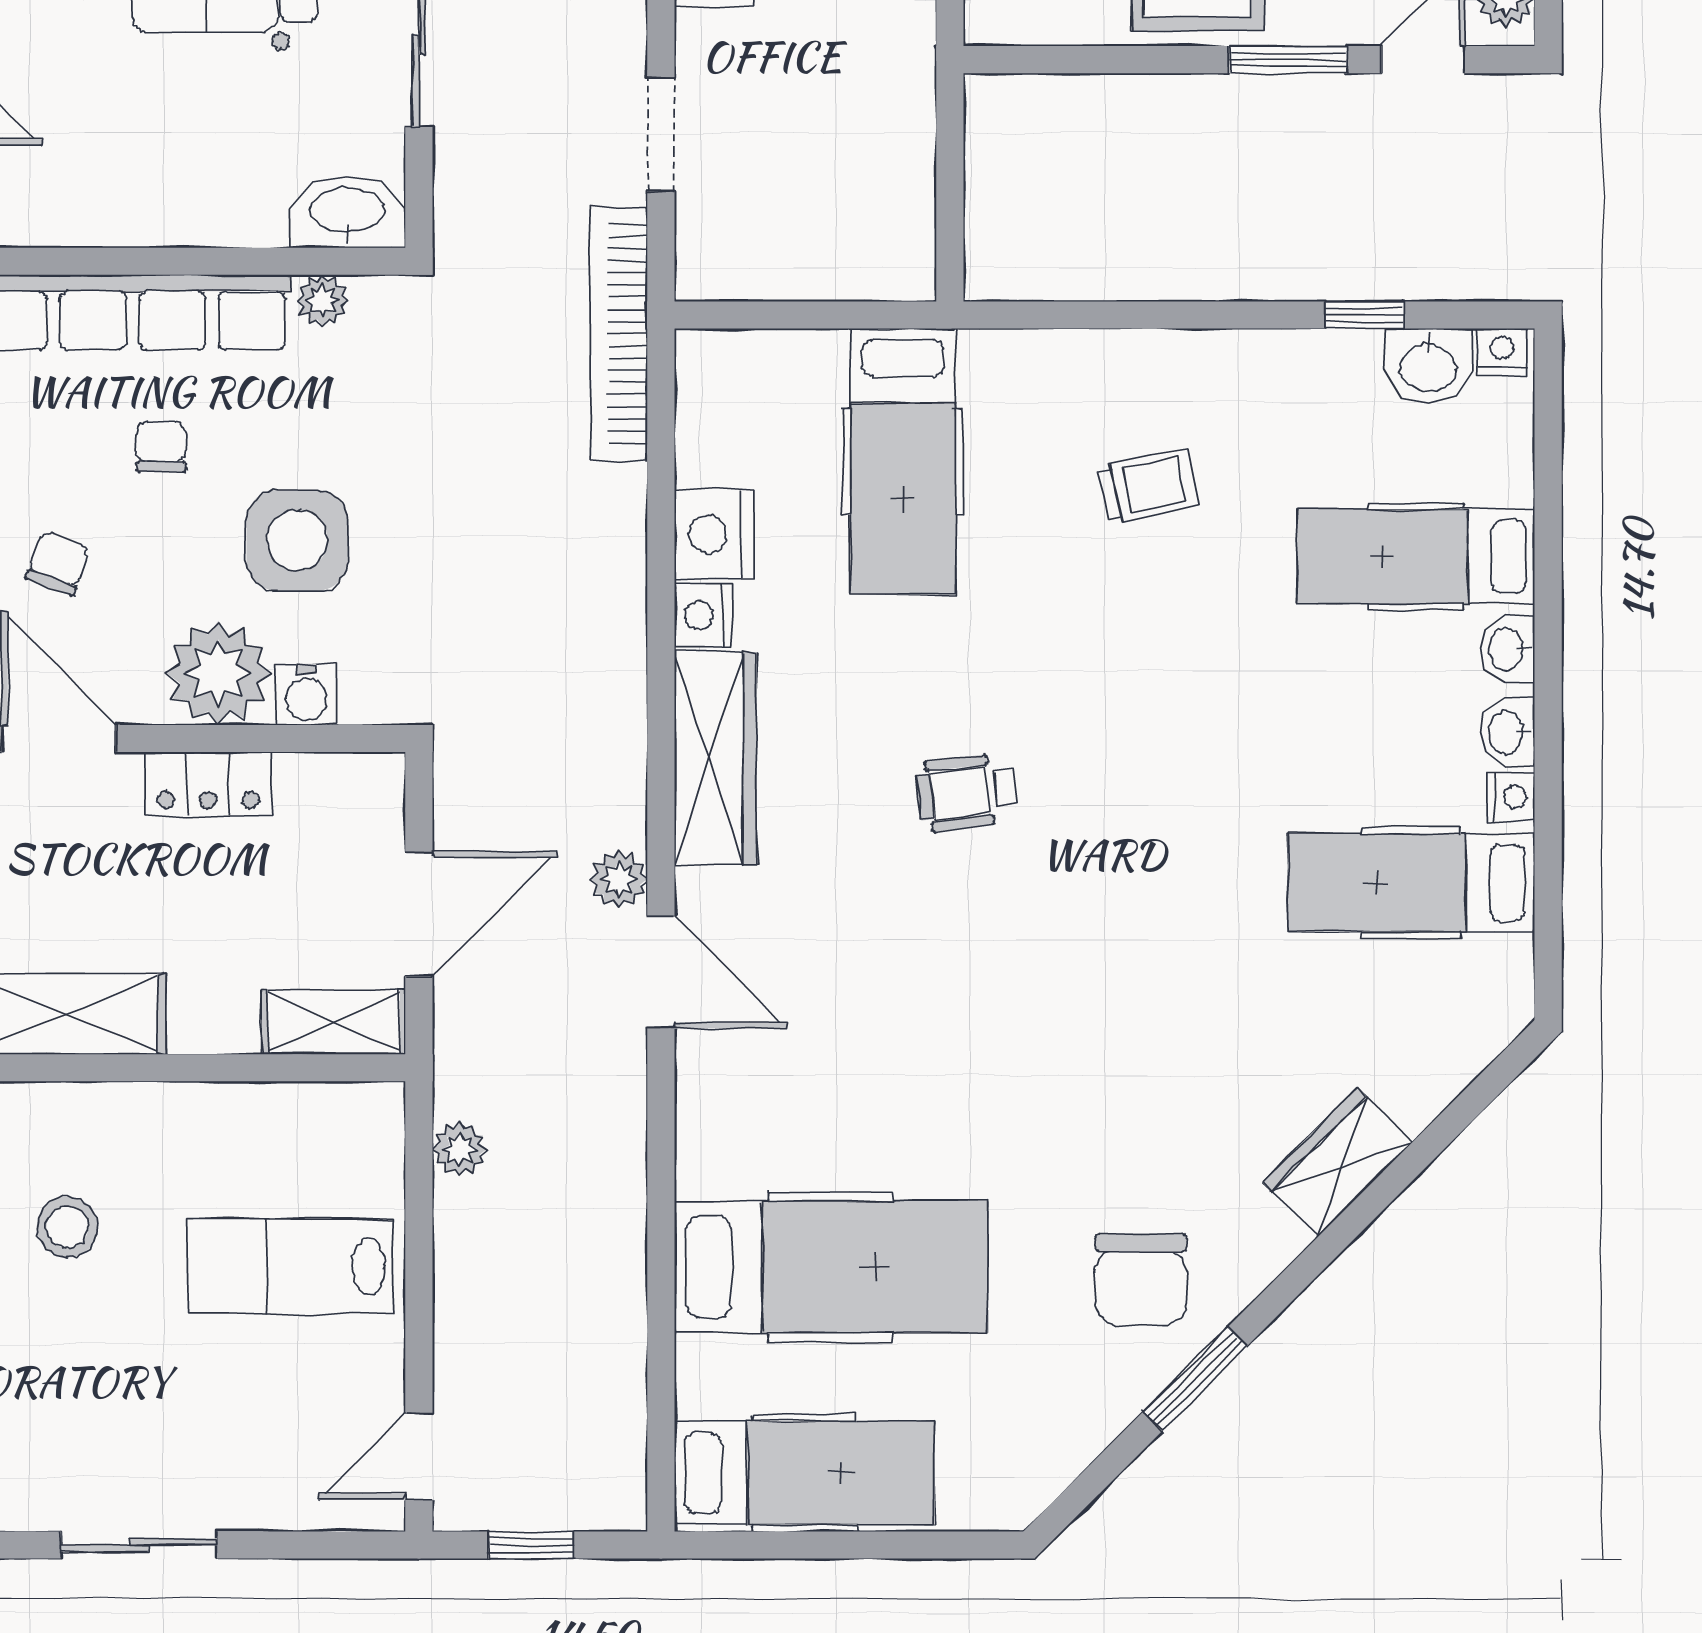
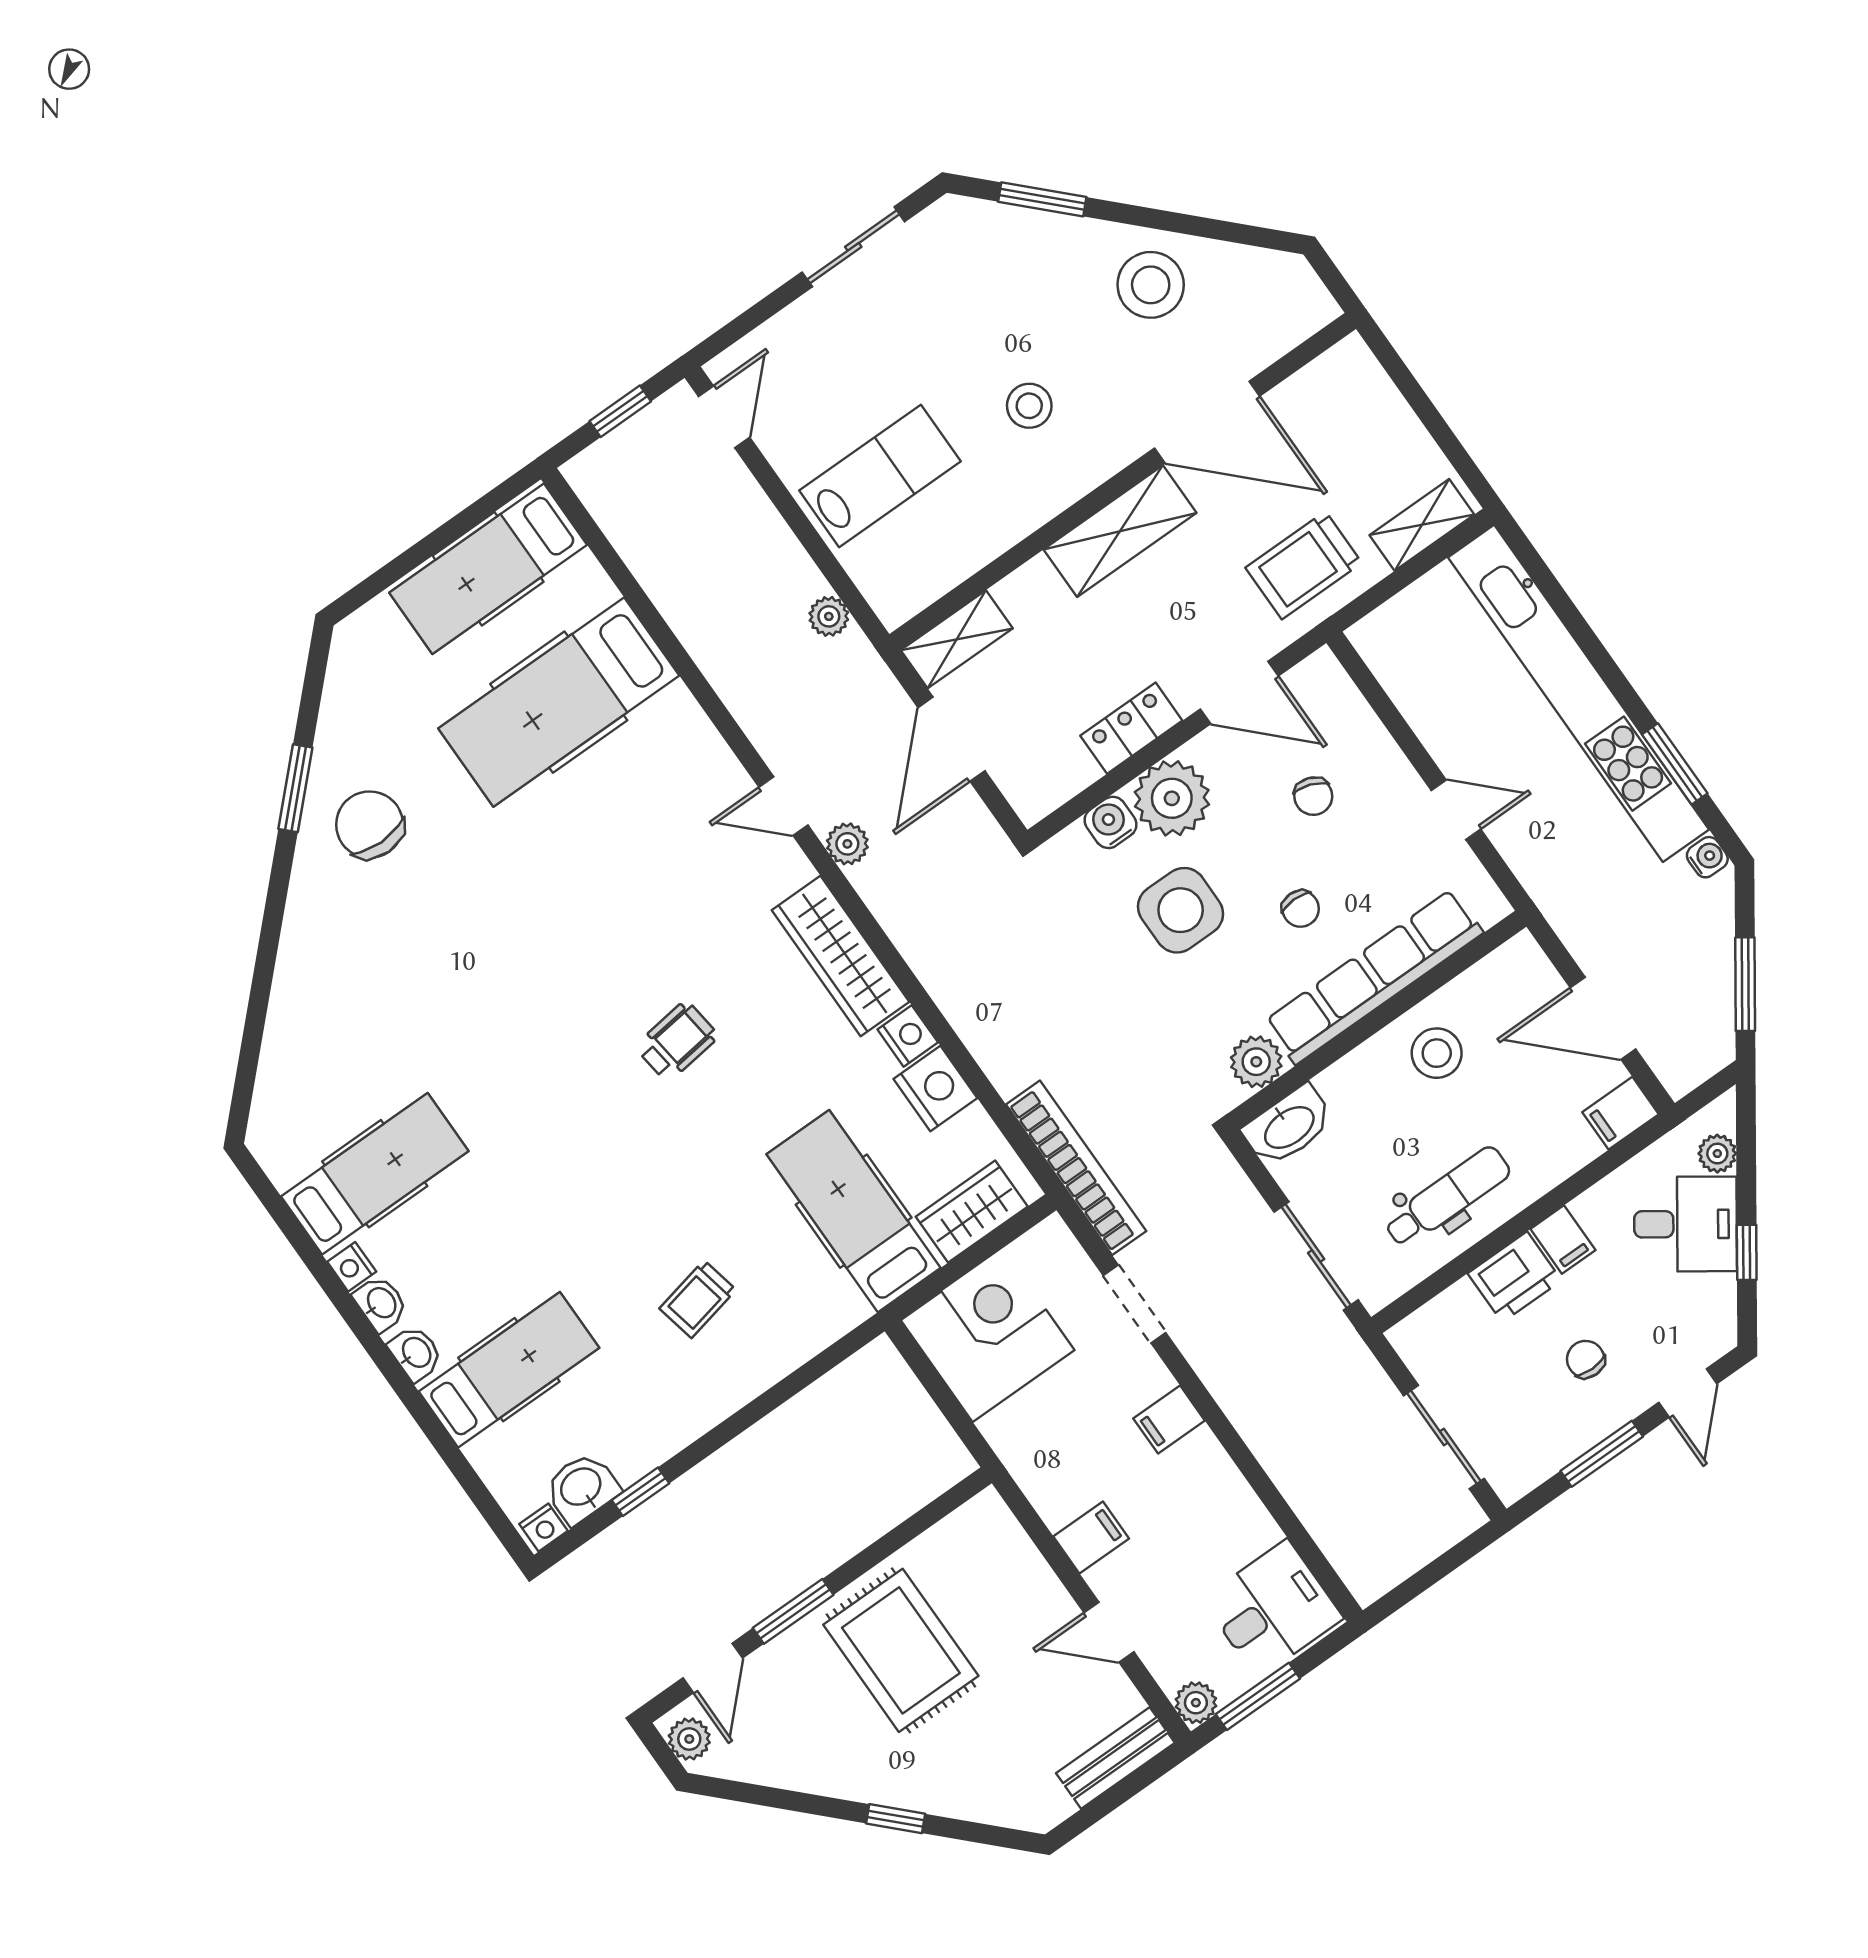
stool: (123, 177) -> (1437, 1053), added
corner desk: (851, 216) -> (988, 1335), added
plant: (323, 300) -> (1256, 1062), width x1.38, depth x1.38
door: (661, 972) -> (783, 806), width x0.73
wardrobe: (1338, 1162) -> (972, 1212), moved, turned -135

